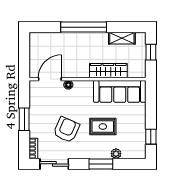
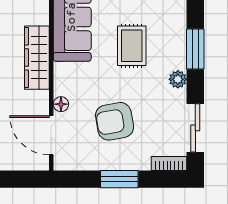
wardrobe: (108, 71) -> (37, 58), moved
armchair: (66, 130) -> (115, 121), moved, turned -34
plant: (116, 154) -> (178, 79), moved

